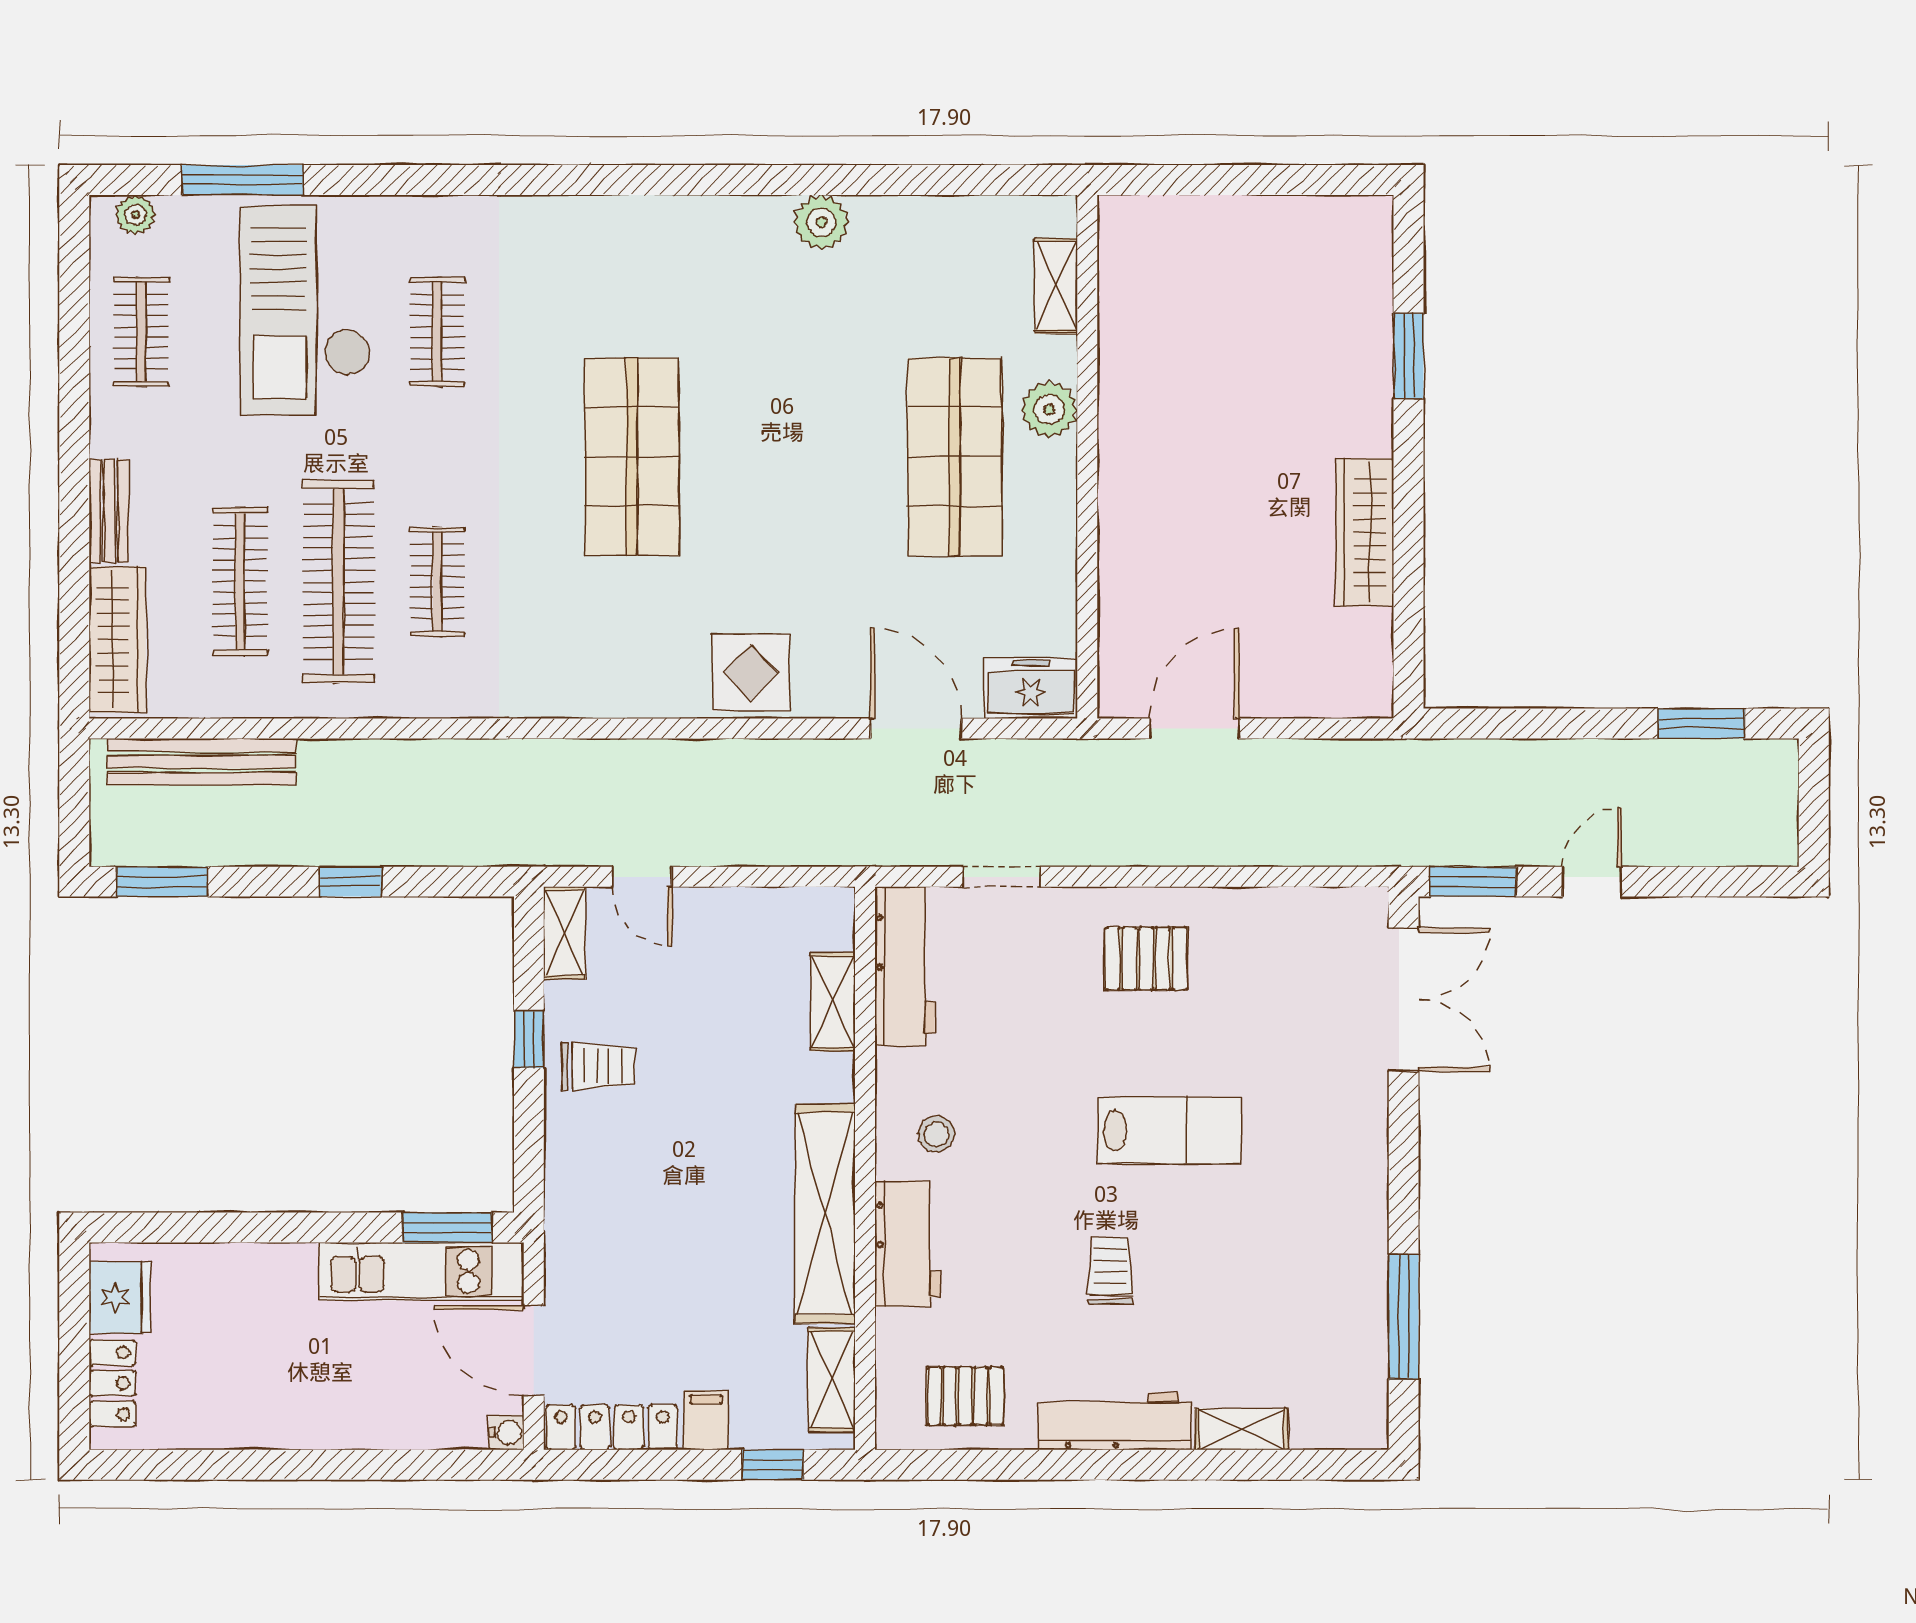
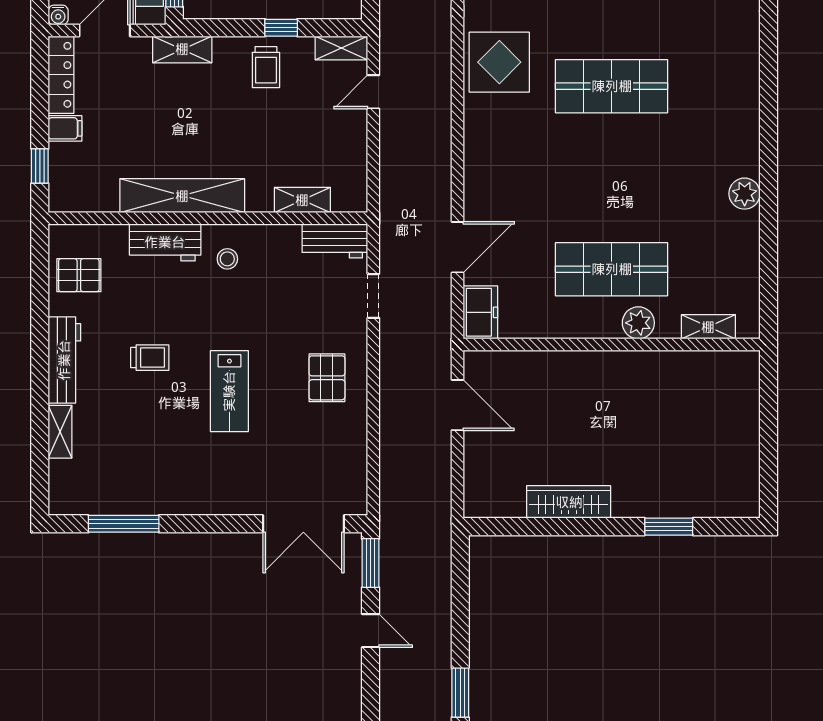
display table: (751, 672) -> (499, 62), moved, width x1.36, depth x1.36
workbench: (905, 966) -> (335, 241), width x0.73
shelving: (832, 1380) -> (182, 49), moved
pallet: (965, 1396) -> (79, 275), turned 90

